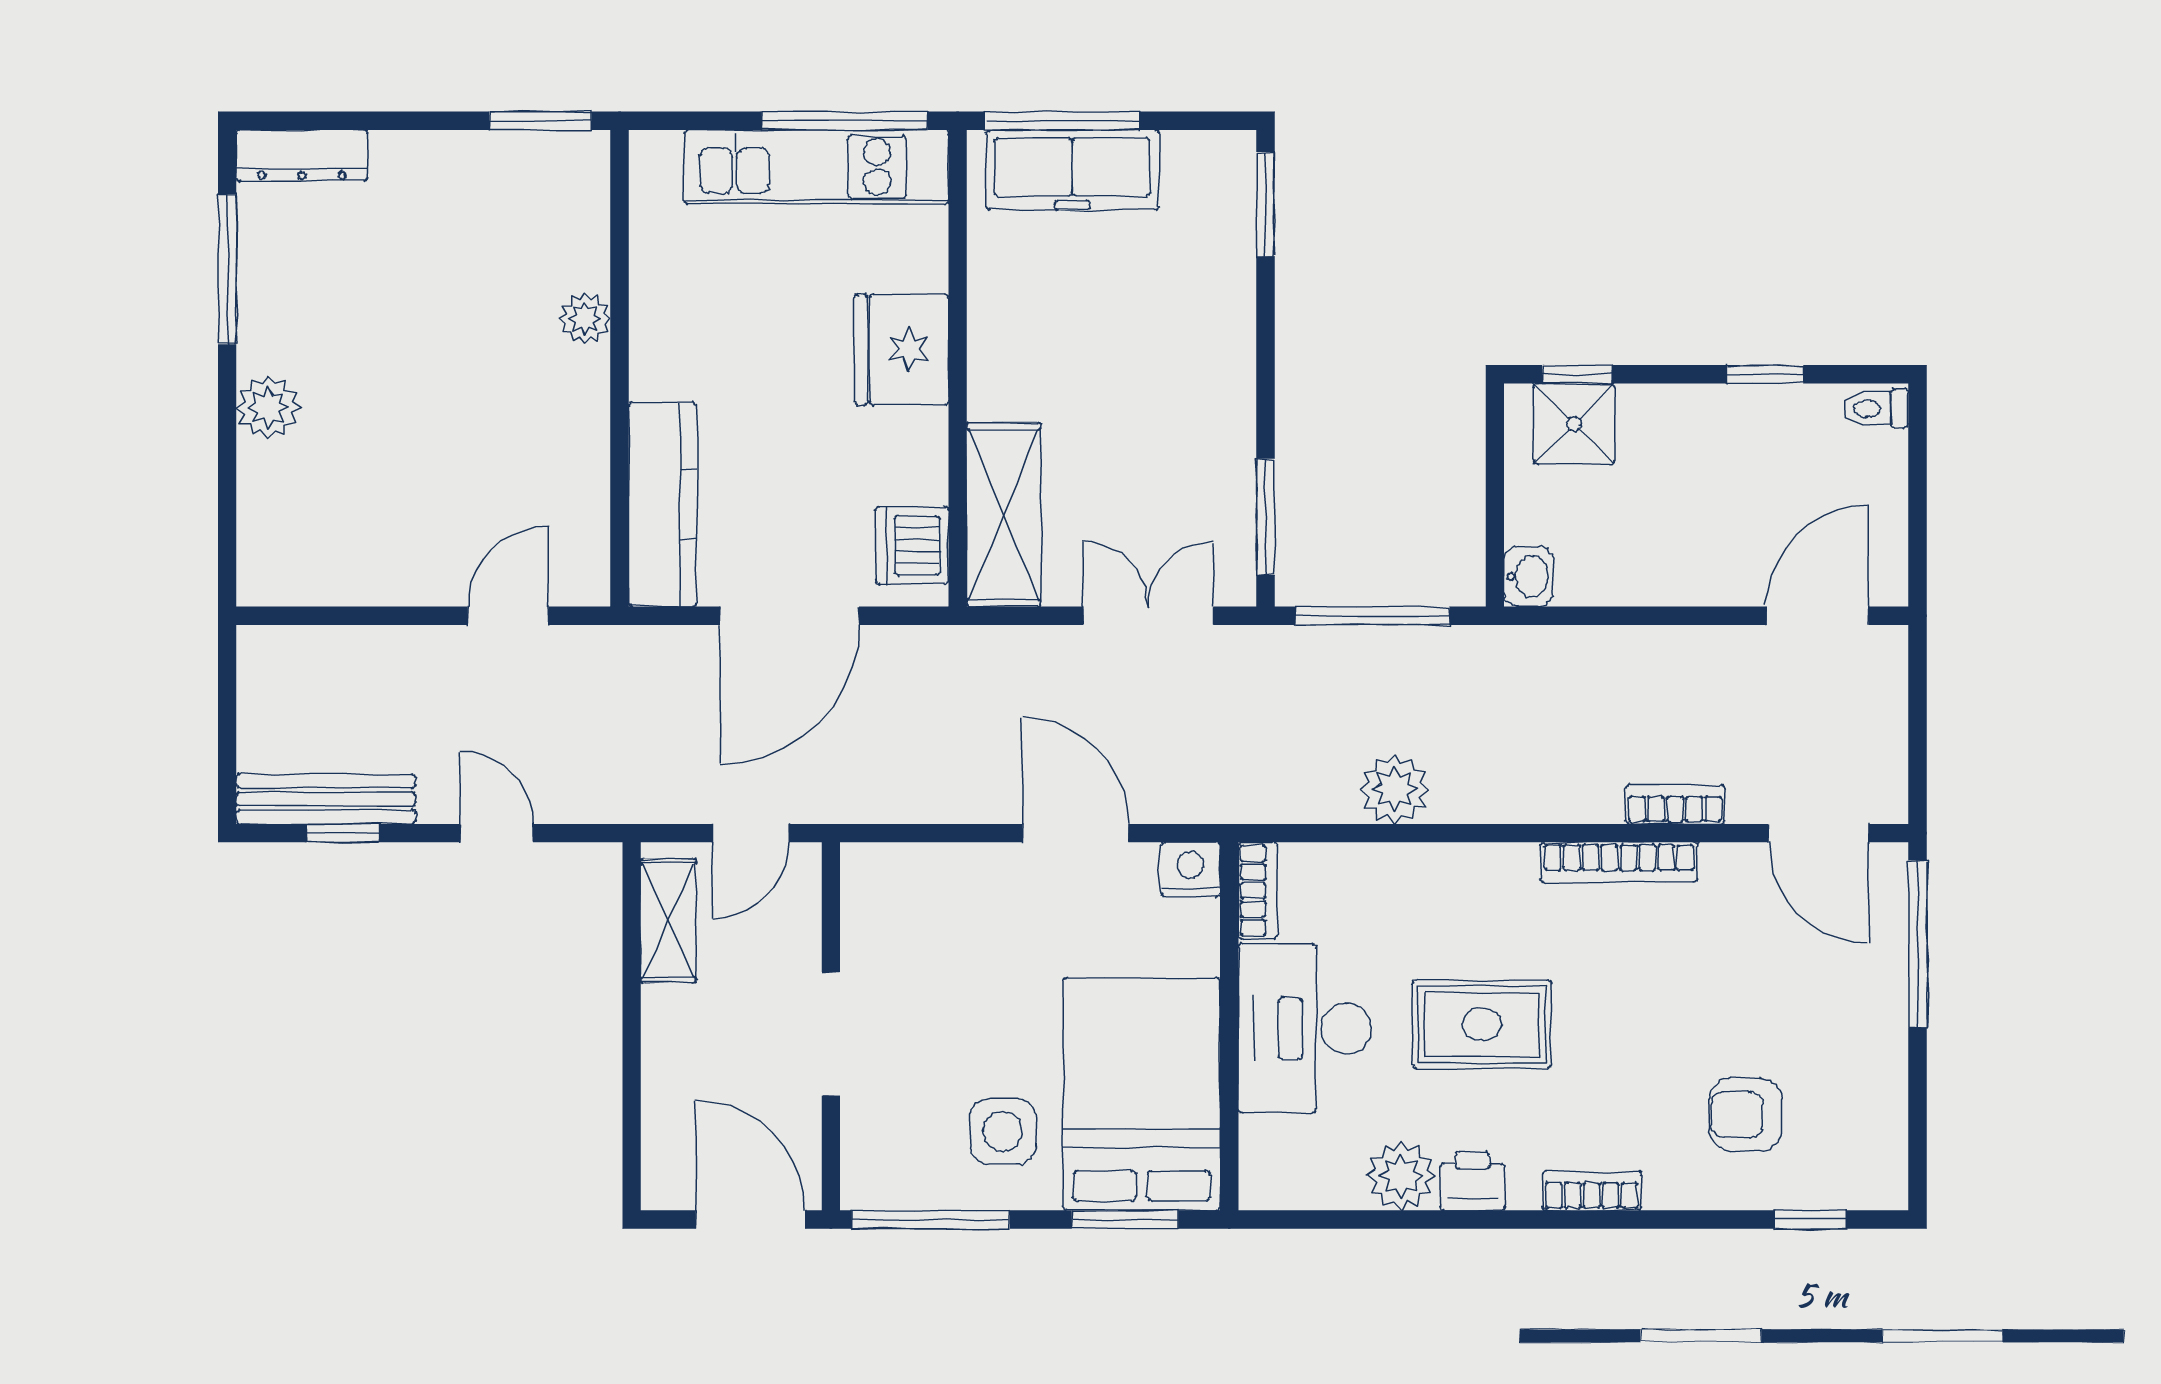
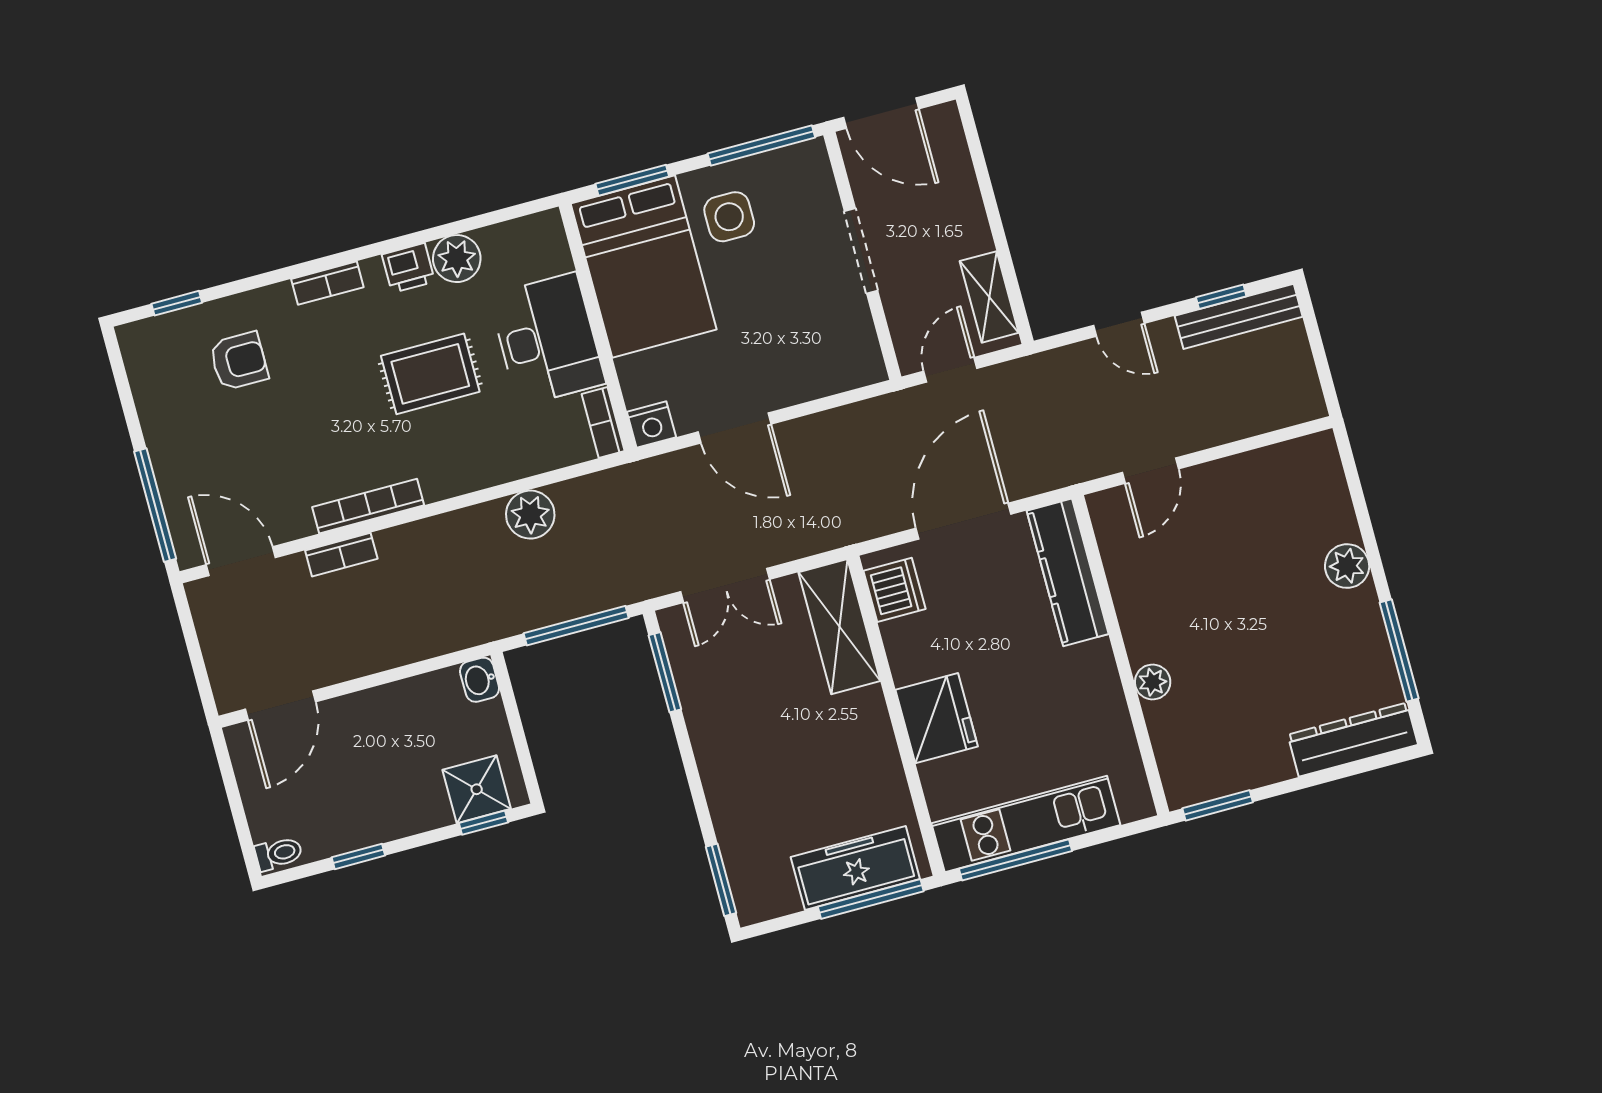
dresser: (302, 155) -> (1353, 740), width x1.37, depth x1.24

